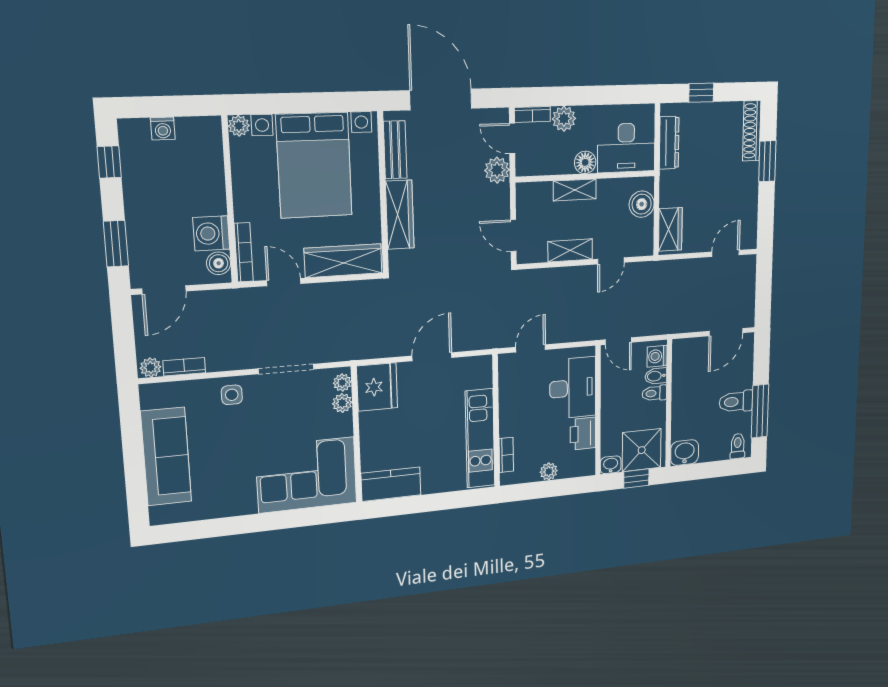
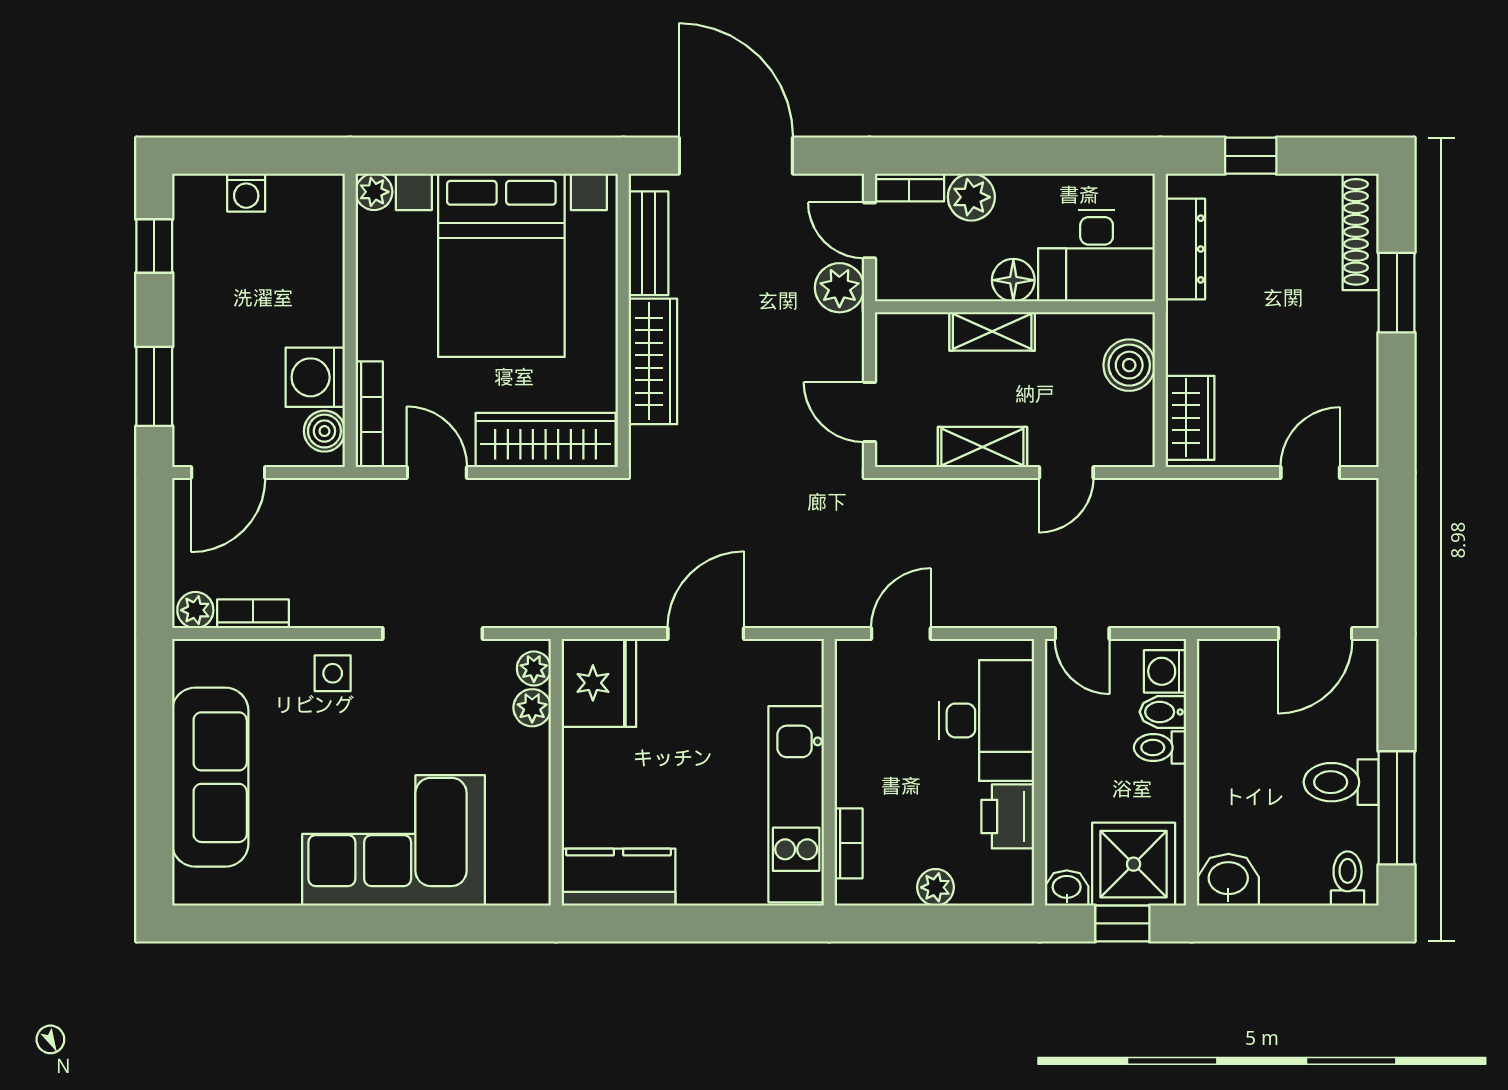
corner sofa: (307, 475) -> (394, 840), moved

